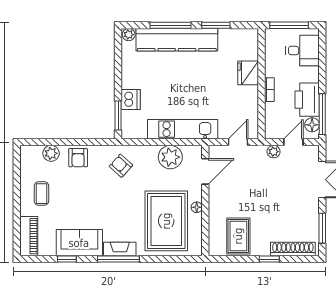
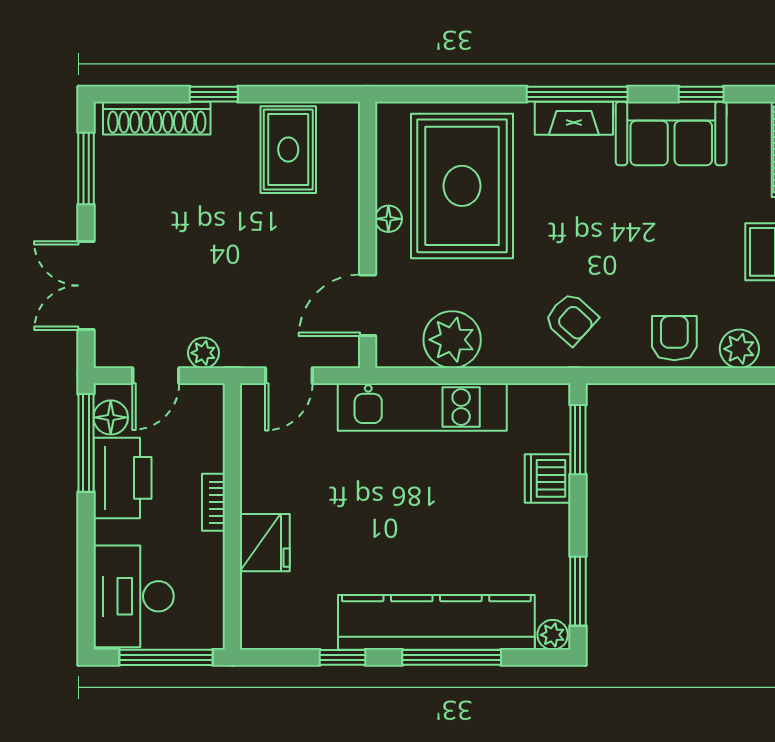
window: (216, 25) -> (342, 657), width x0.67
desk: (303, 51) -> (134, 596), width x1.37
window: (118, 53) -> (578, 591), added

